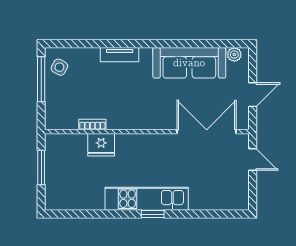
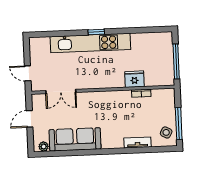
tv unit: (120, 55) -> (138, 142), moved
double door: (207, 132) -> (61, 92), width x0.73
window: (41, 168) -> (176, 61), width x1.44
kitchen unit: (147, 199) -> (90, 43), width x1.36

